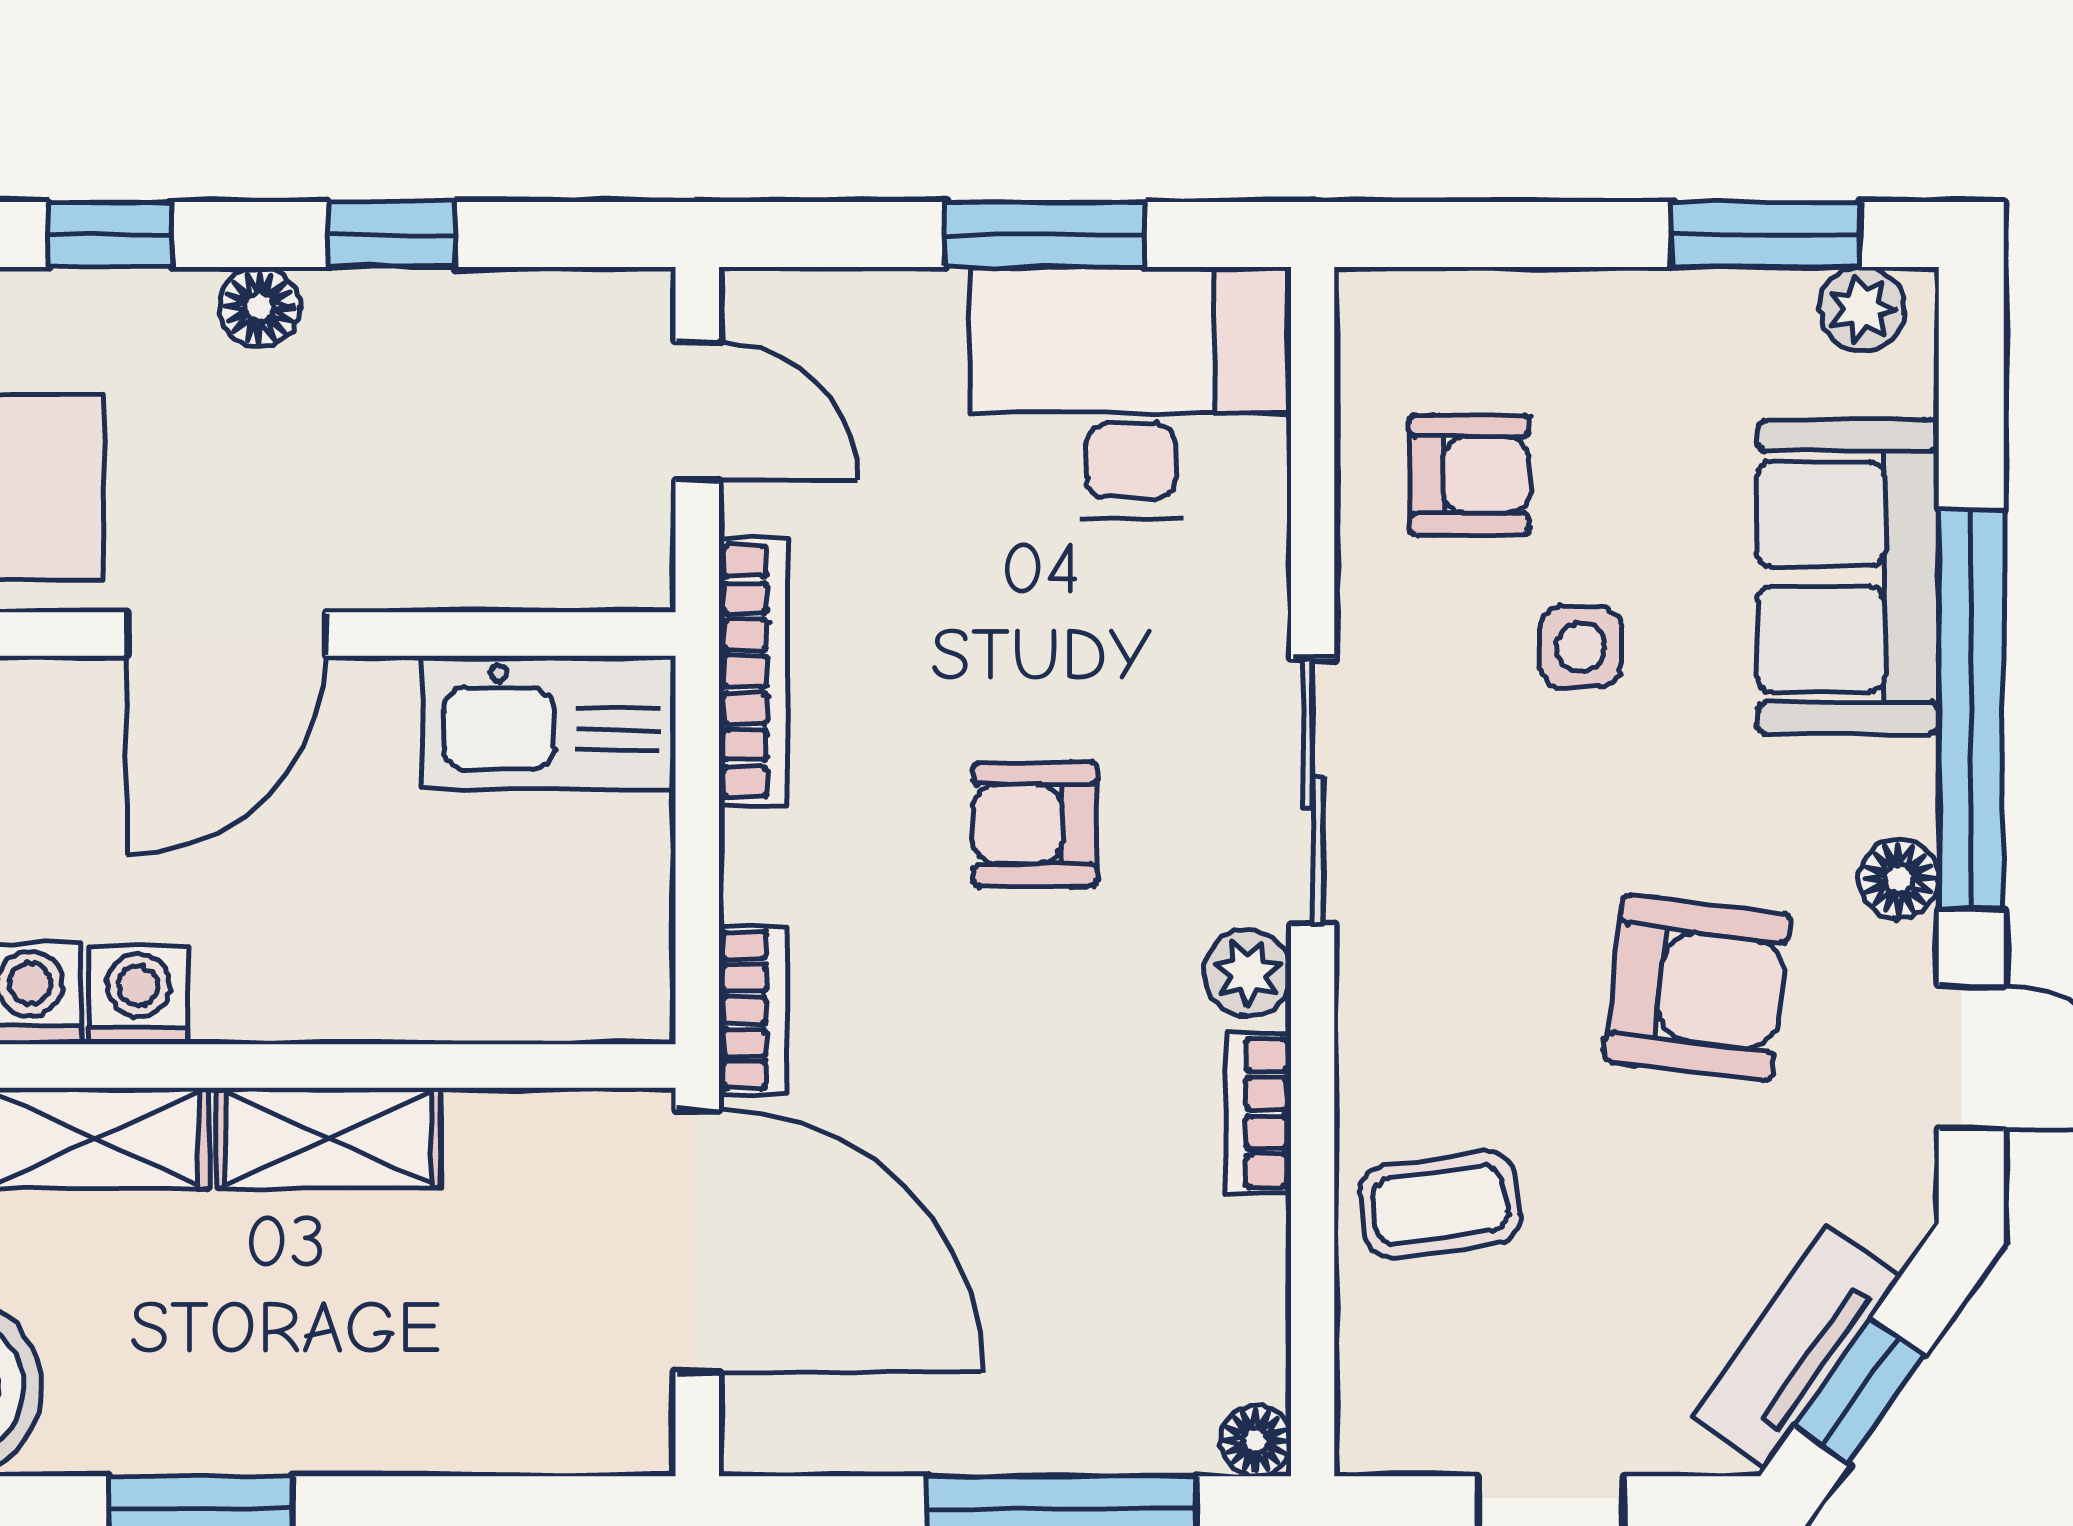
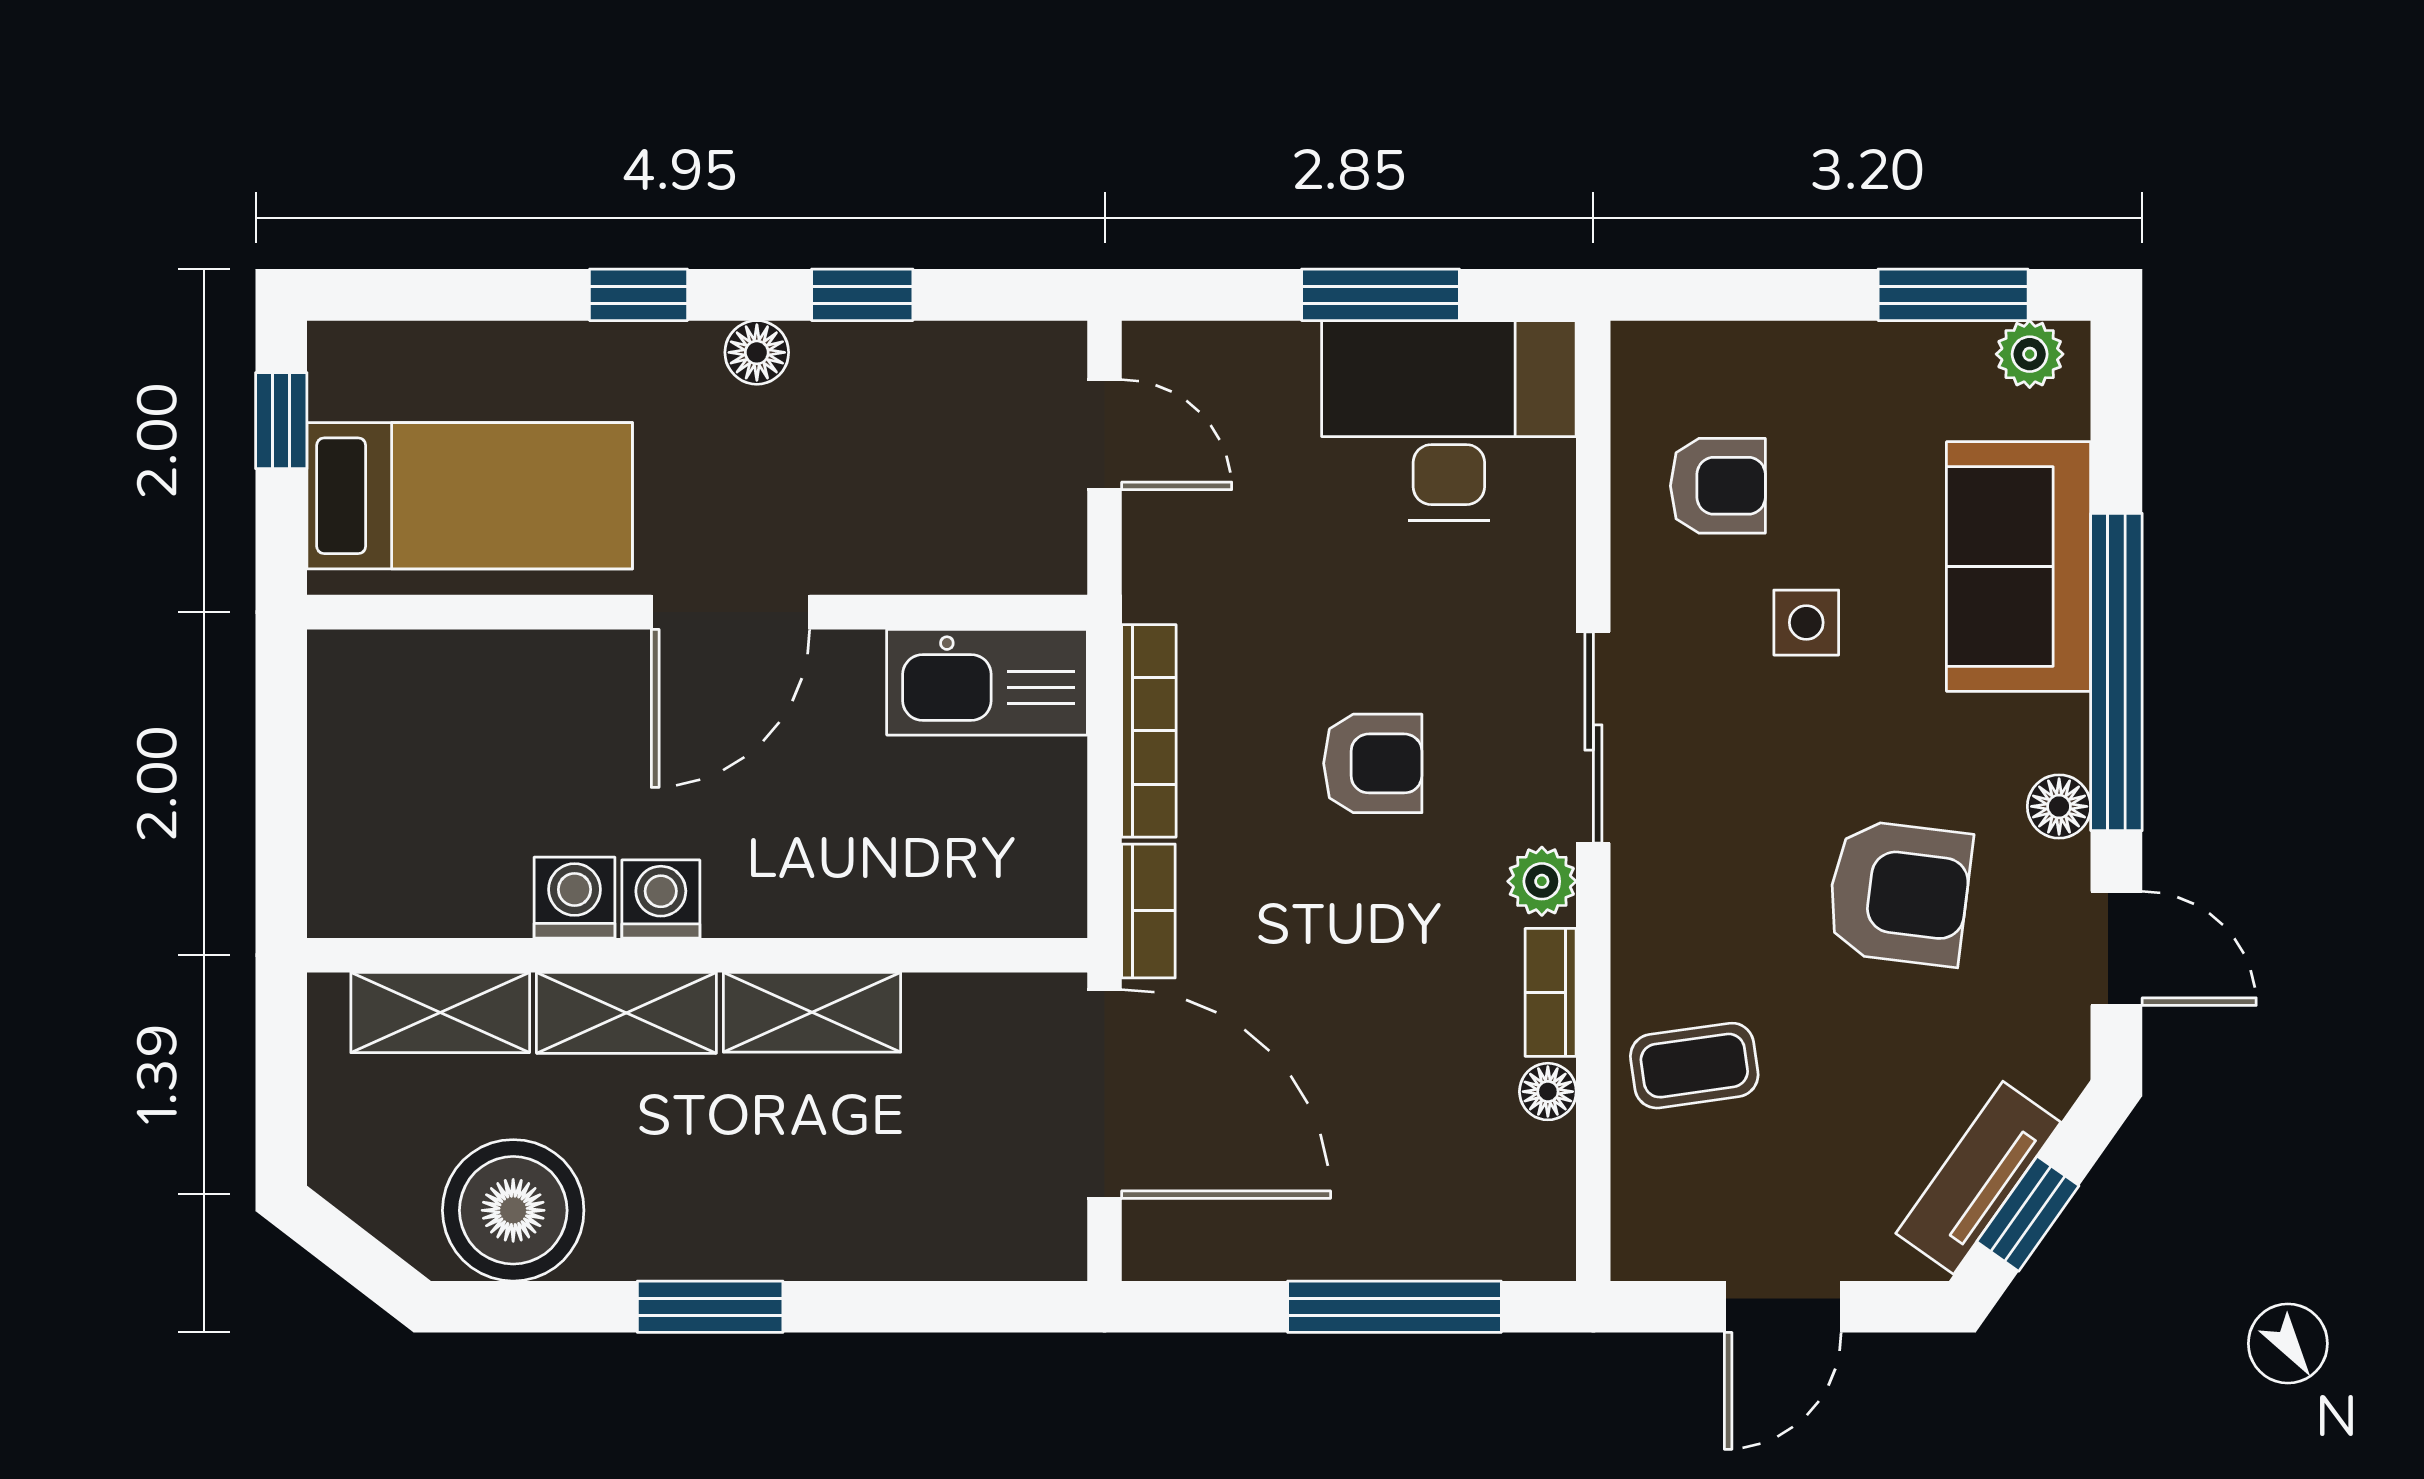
bookcase: (753, 671) -> (1149, 731), moved
armchair: (1035, 825) -> (1373, 763), turned 180
floor lamp: (1255, 1441) -> (1548, 1092), moved

